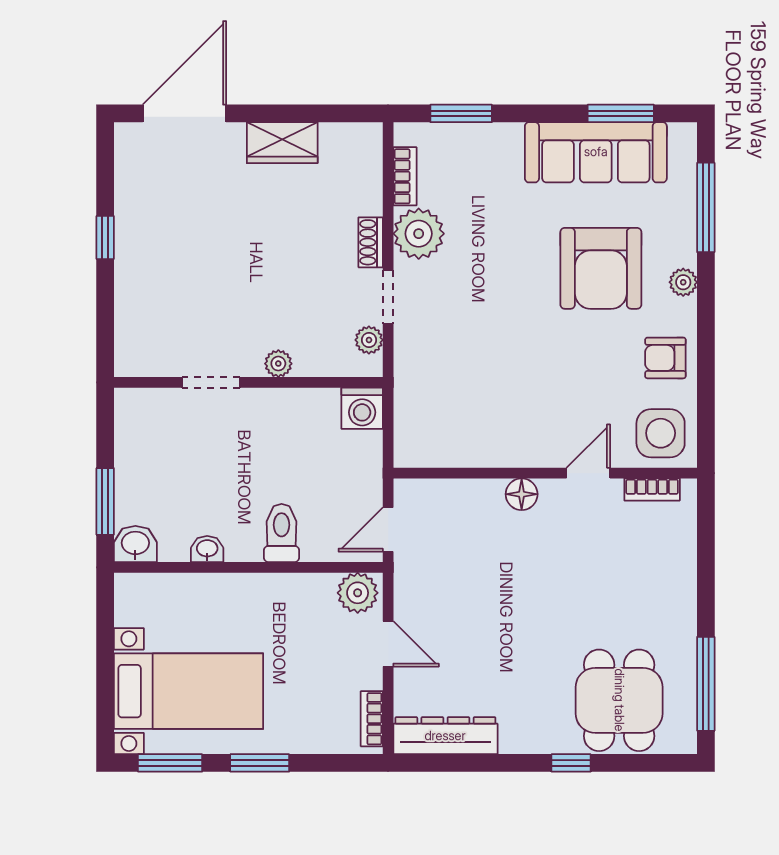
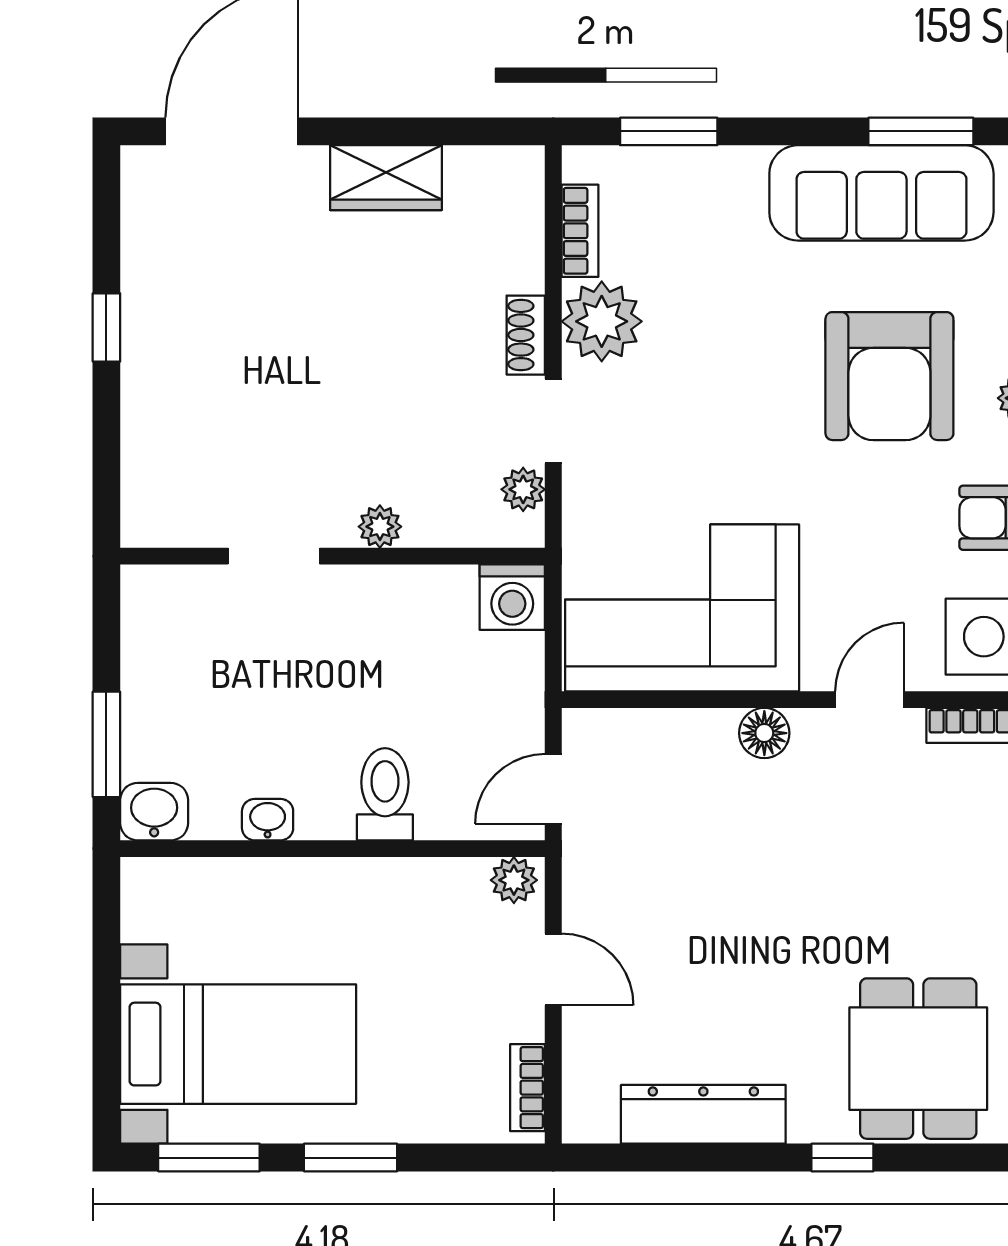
corner sofa: (470, 415) -> (682, 608), added
plant: (358, 593) -> (514, 880), width x0.73, depth x0.73
dresser: (445, 736) -> (703, 1114), moved

